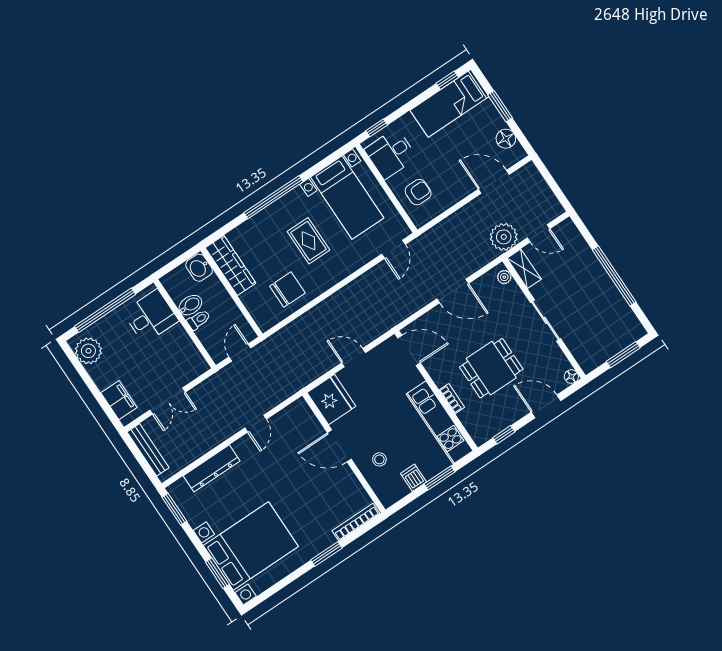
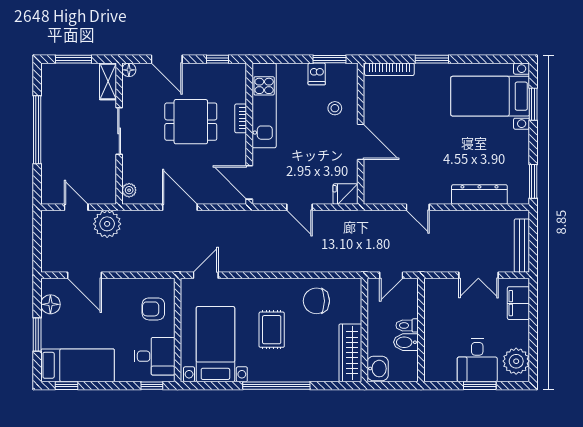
shelving: (524, 269) -> (108, 81), moved
window: (105, 310) -> (480, 386), width x0.47
desk: (151, 316) -> (477, 360), moved, turned -90
fridge: (331, 399) -> (345, 194), width x0.53, depth x0.75
double door: (167, 401) -> (478, 275), swing flipped
door: (256, 424) -> (418, 207), swing flipped
window: (440, 478) -> (330, 59), moved
bed with nightstands: (251, 546) -> (490, 96), width x0.73

